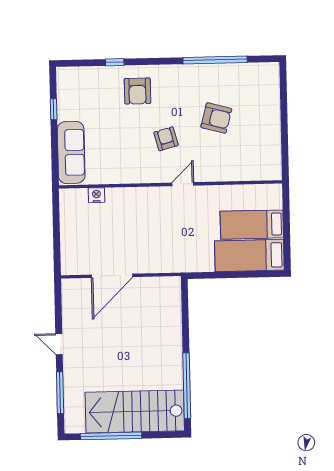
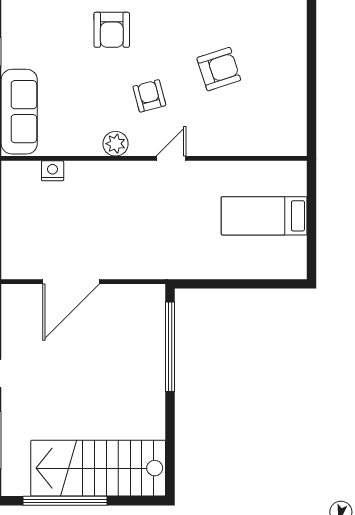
armchair: (216, 118) -> (219, 69), turned -33
plant: (142, 174) -> (116, 144), added
bed: (249, 256) -> (260, 258), removed
window: (187, 386) -> (170, 347), moved

